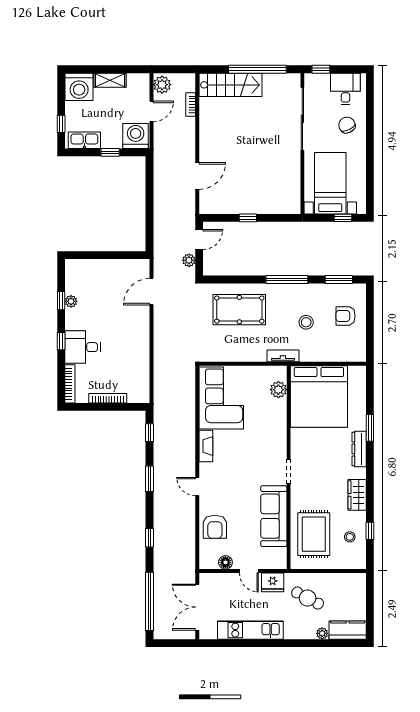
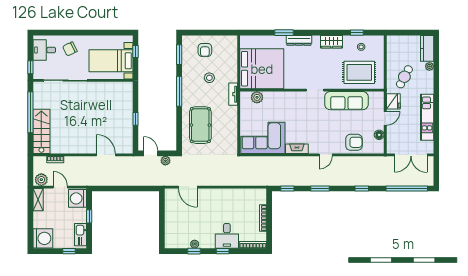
shelving: (110, 80) -> (38, 200), moved

